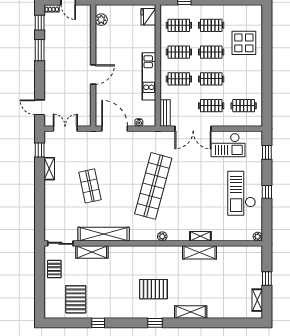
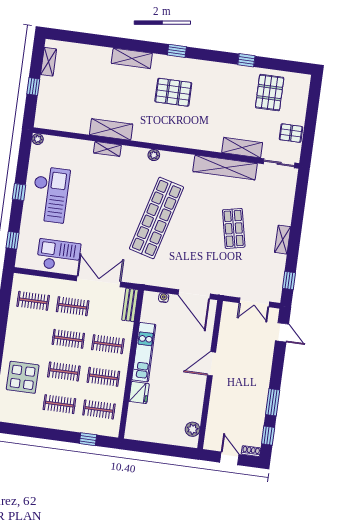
fridge: (148, 17) -> (139, 392), moved
shelving: (49, 169) -> (283, 240), moved
pallet: (54, 269) -> (291, 133), turned 90

